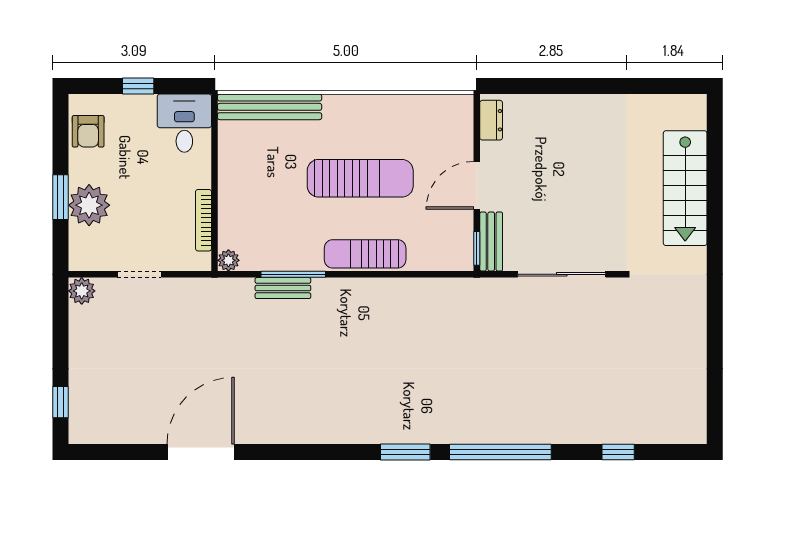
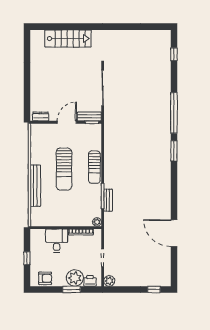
bench: (270, 107) -> (35, 186), moved
desk: (184, 123) -> (57, 241), moved, turned 90
sun lounger: (360, 178) -> (64, 169), turned 180
door: (477, 185) -> (67, 122), swing flipped
printer: (82, 243) -> (90, 281), added
window: (618, 452) -> (174, 54), moved

